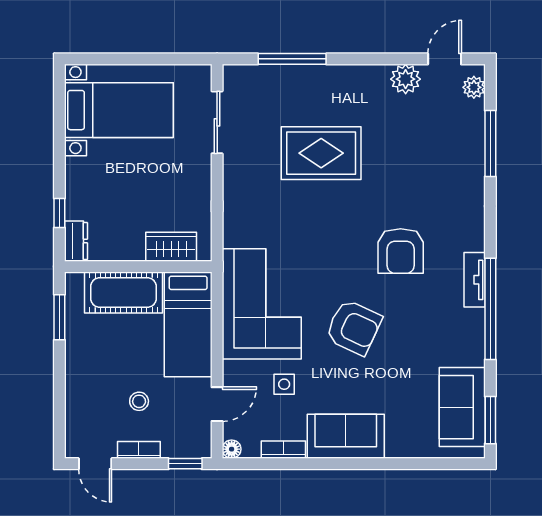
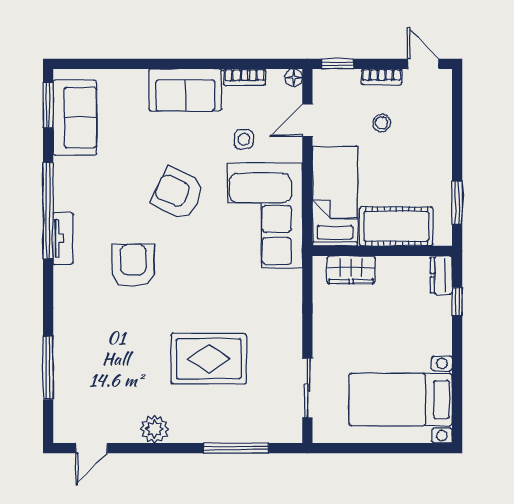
plant: (406, 79) -> (155, 429), moved
plant: (474, 87) -> (64, 421), removed

